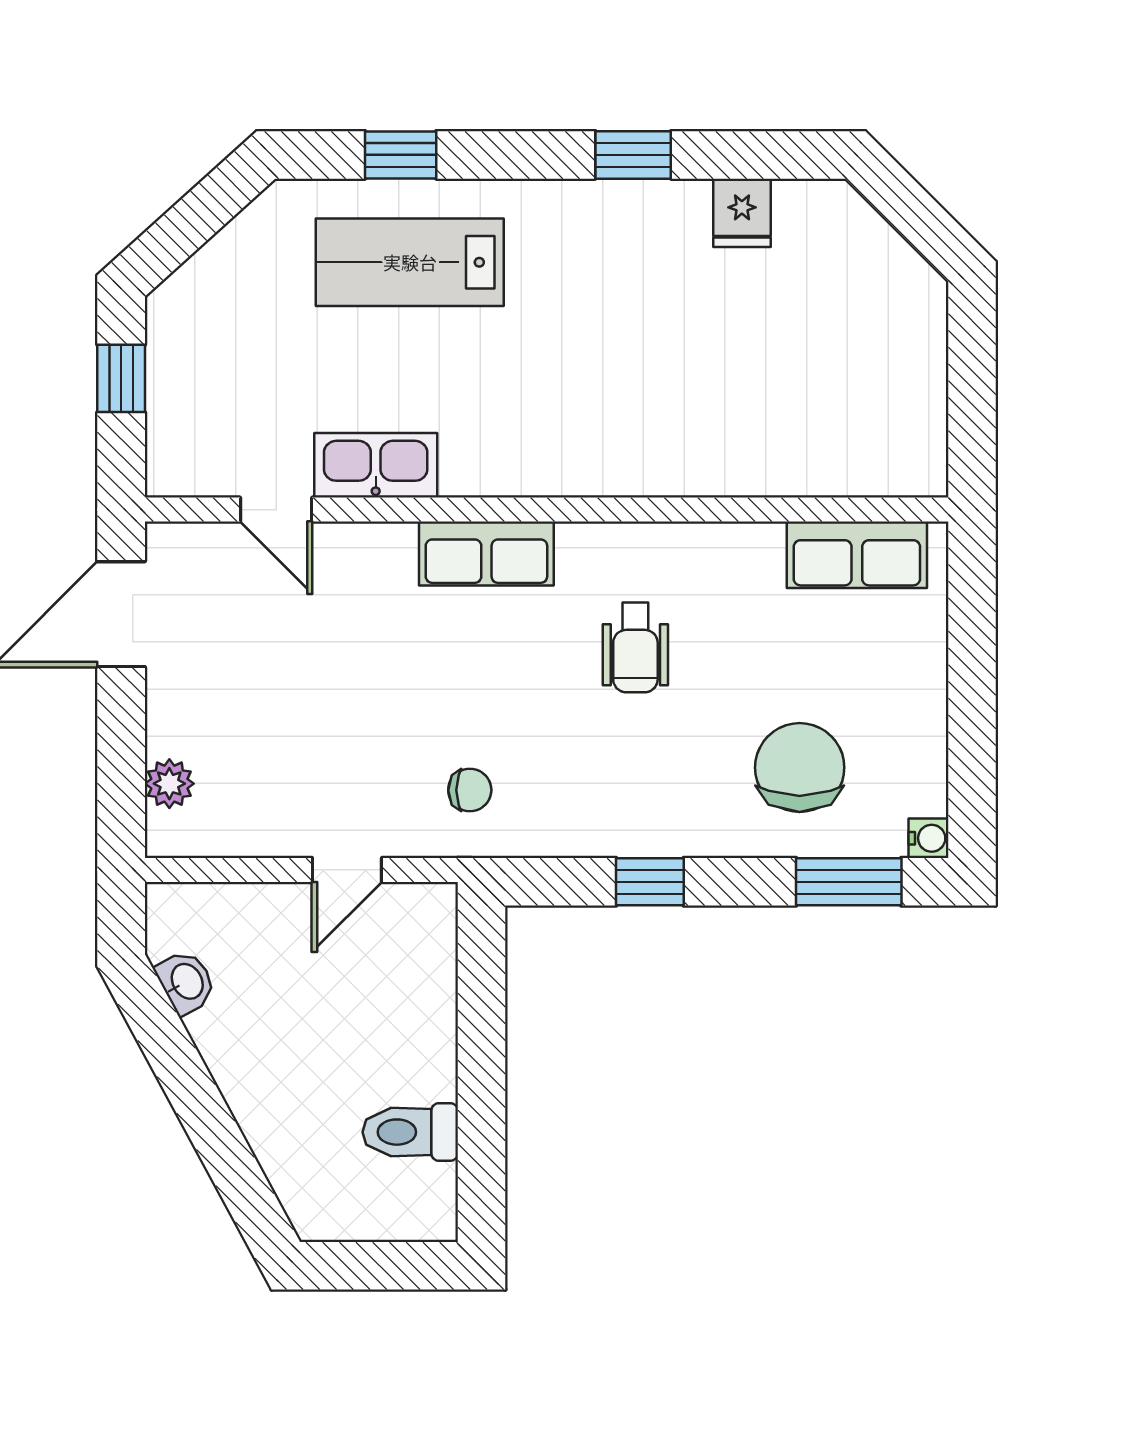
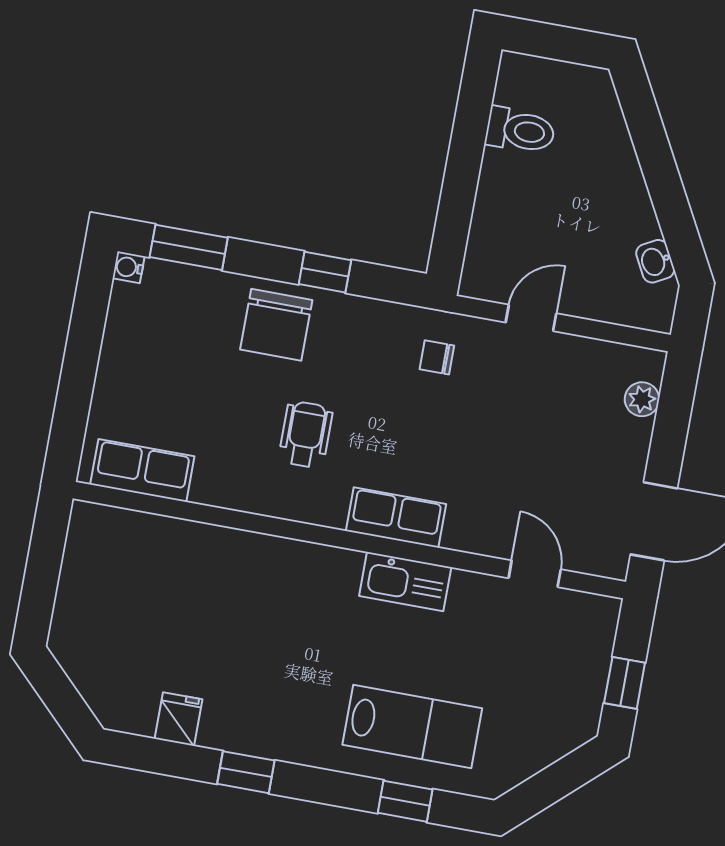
kitchen sink: (376, 465) -> (405, 581), moved
chair: (800, 767) -> (276, 325), moved

